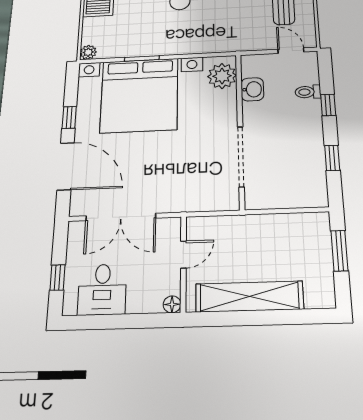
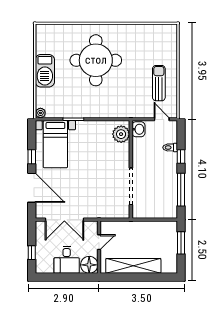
washbasin: (252, 89) -> (138, 129), moved
bed with nightstands: (139, 95) -> (55, 144), width x0.54
window: (332, 158) -> (181, 190), width x2.17
desk: (102, 289) -> (67, 260), moved
floor lamp: (172, 304) -> (89, 265), width x1.89, depth x1.89

